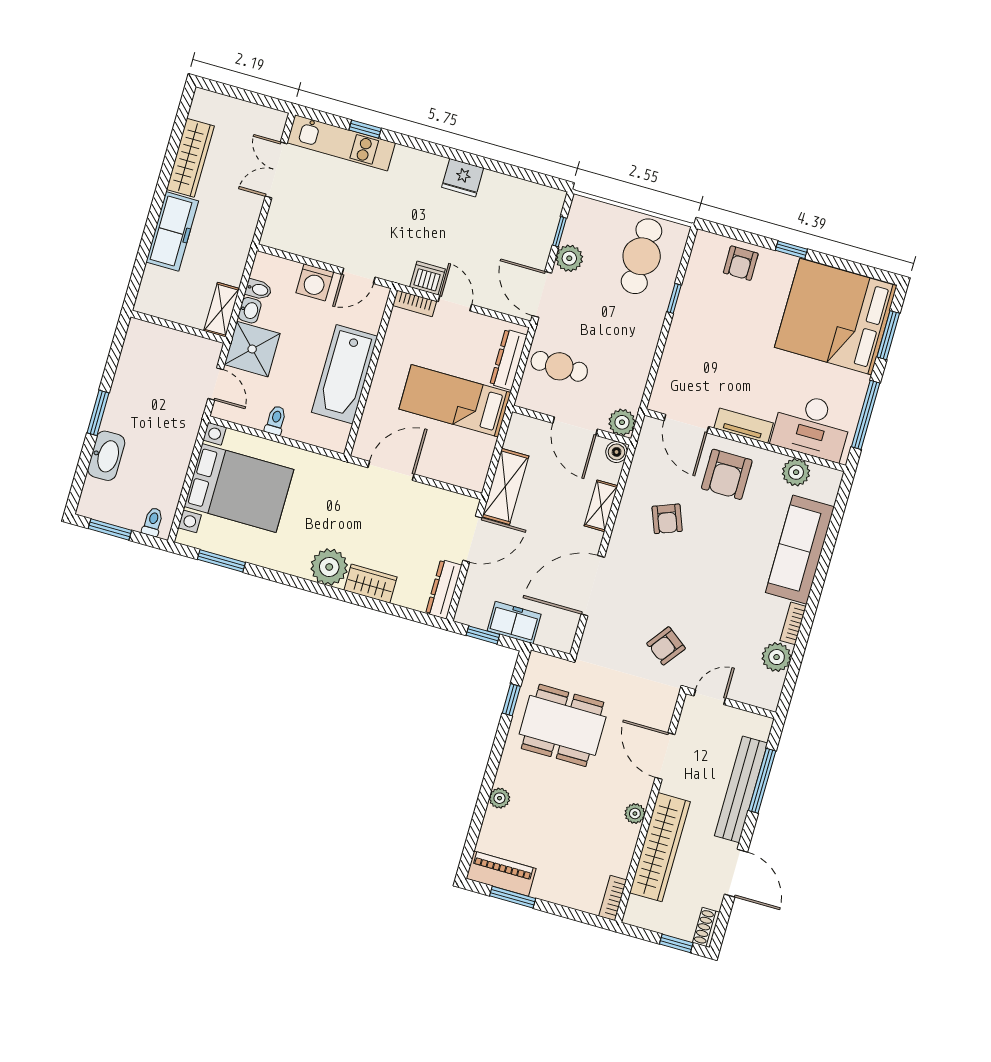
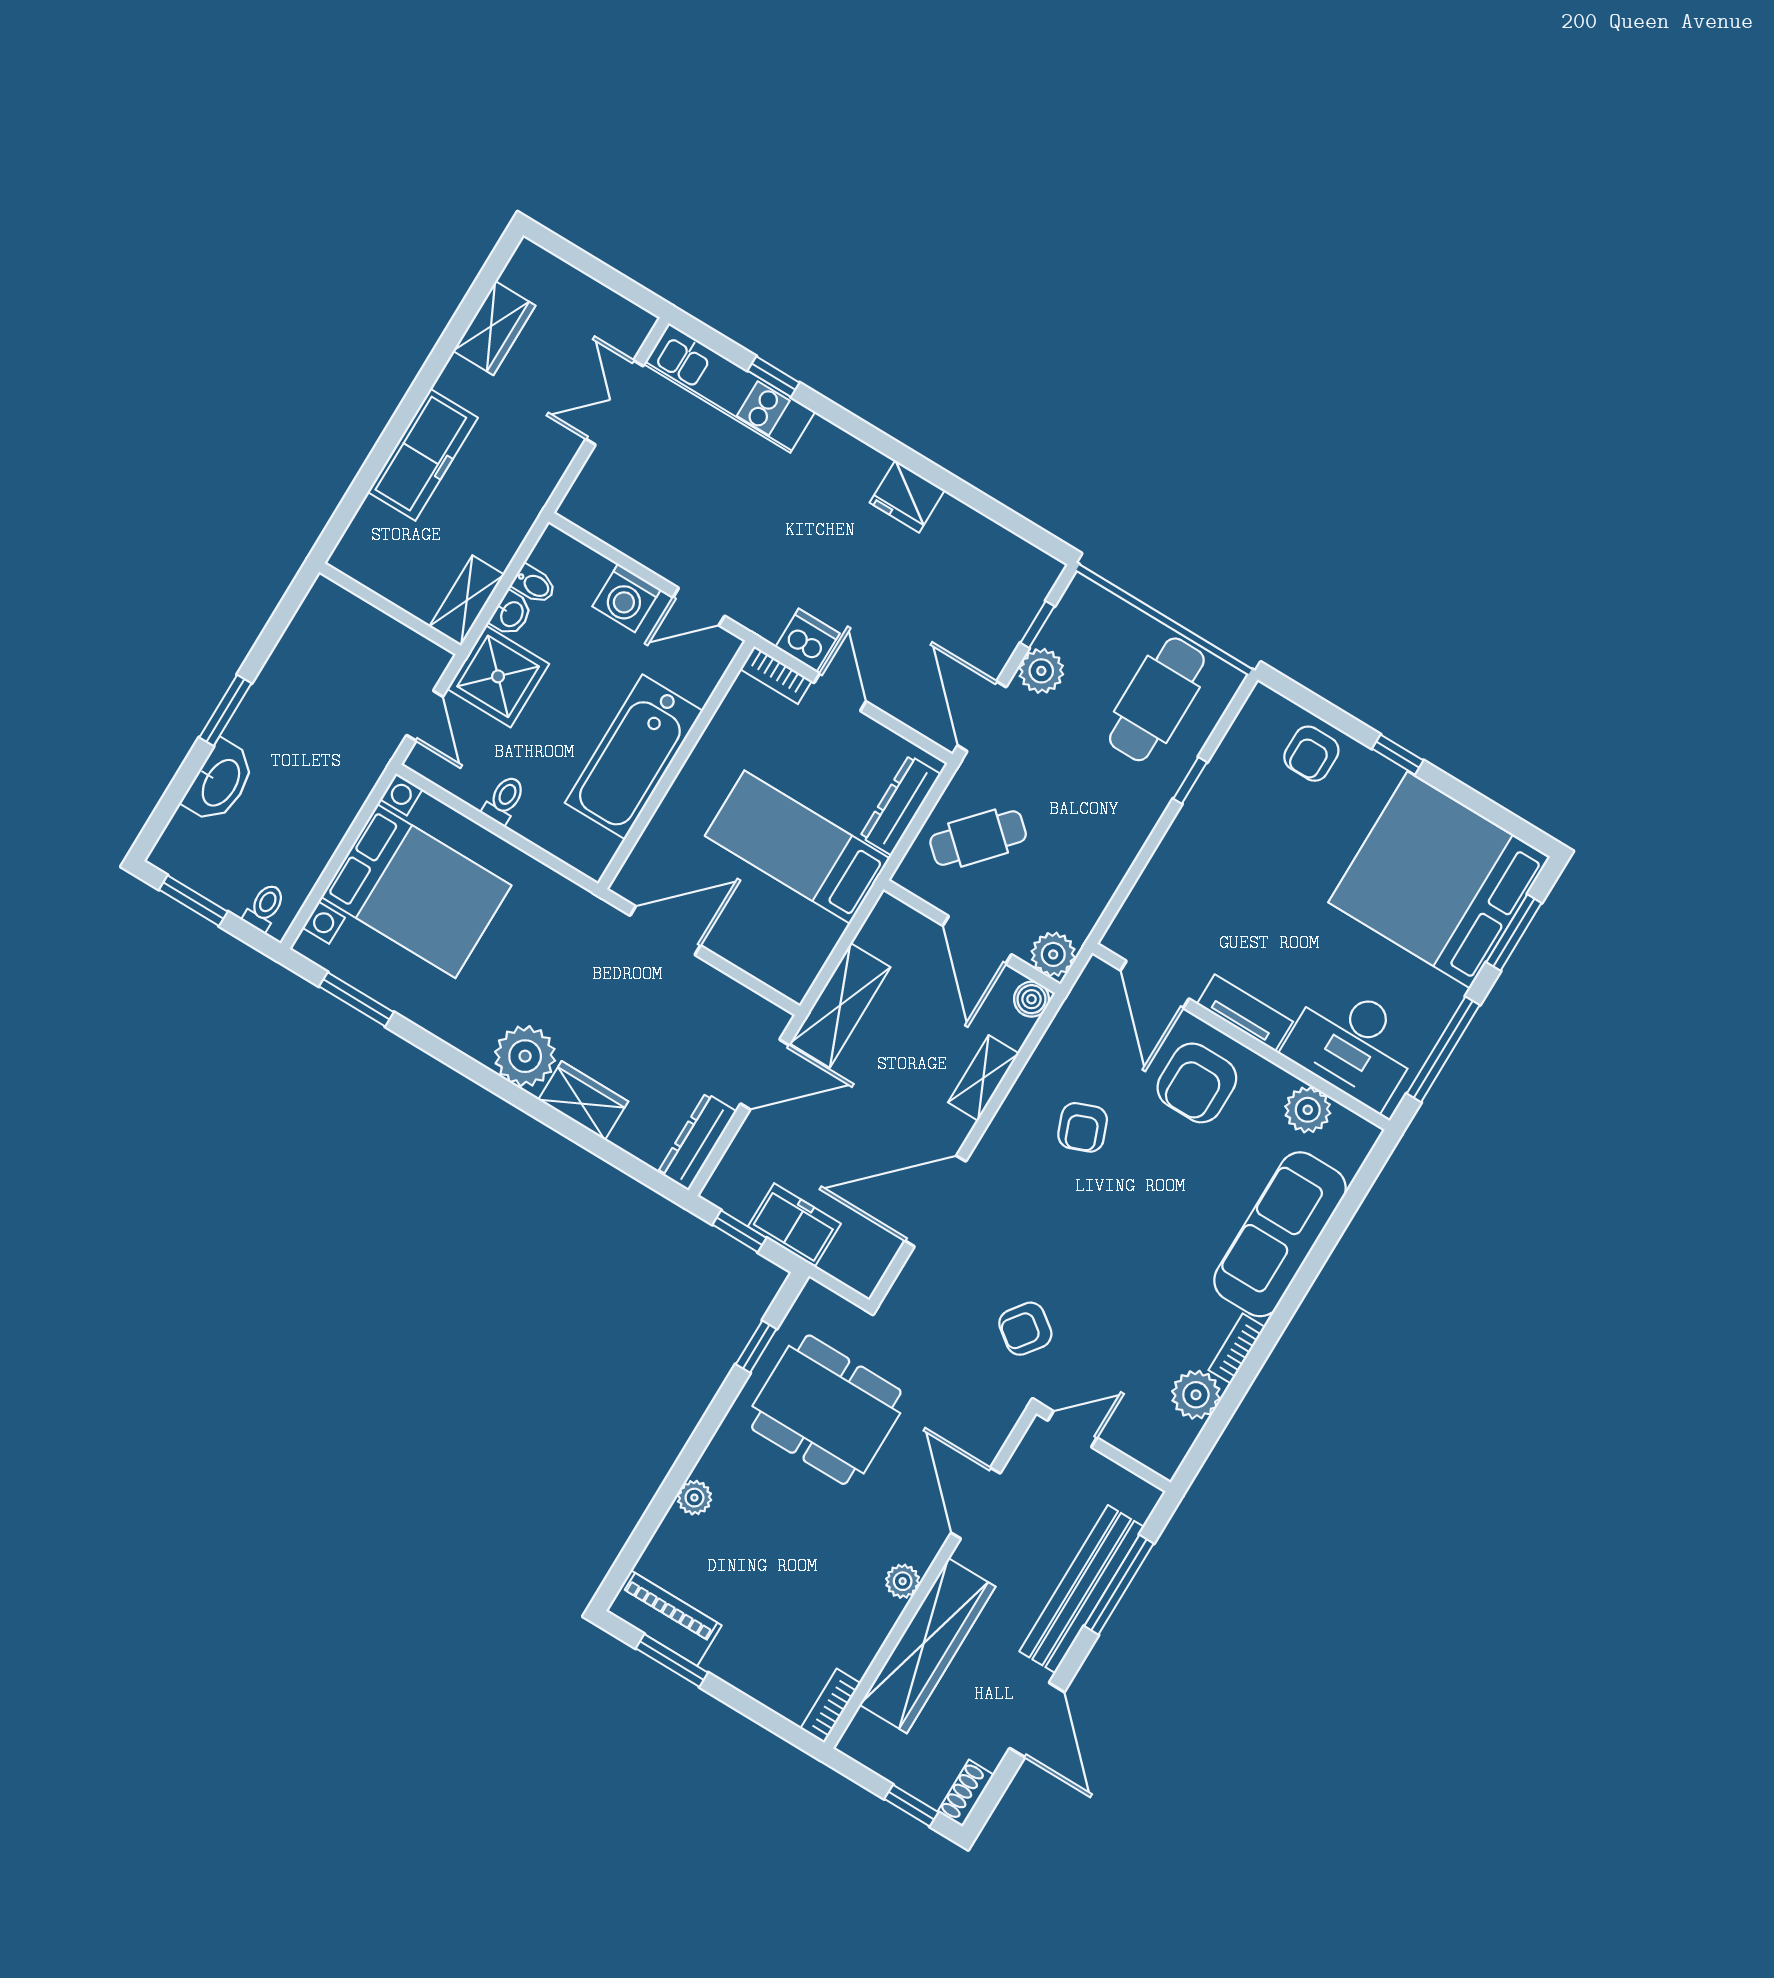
wardrobe: (190, 158) -> (494, 328), width x0.67
cafe table: (559, 366) -> (978, 838), turned -48

